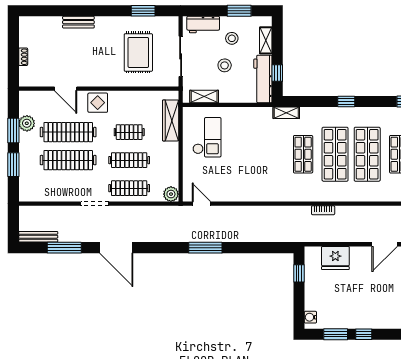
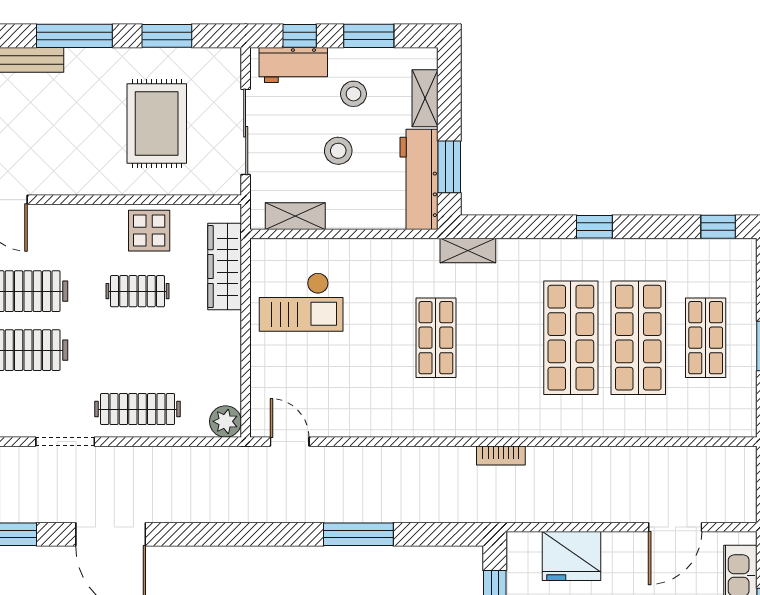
window: (99, 11) -> (74, 36), added
window: (206, 11) -> (300, 36), added
window: (277, 73) -> (449, 167), width x1.50
display table: (98, 103) -> (149, 231), moved
checkout: (207, 137) -> (301, 302), turned 90
shop shelf: (303, 154) -> (436, 338), moved
clothes rail: (129, 160) -> (138, 350), removed
bookcase: (323, 210) -> (501, 456), moved
window: (205, 248) -> (358, 534), moved

